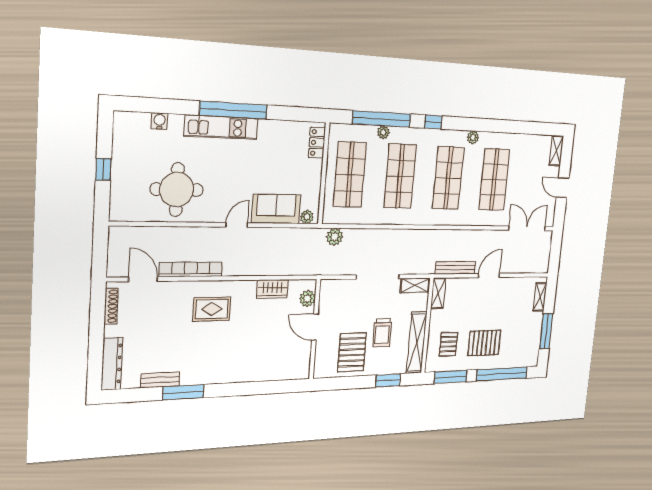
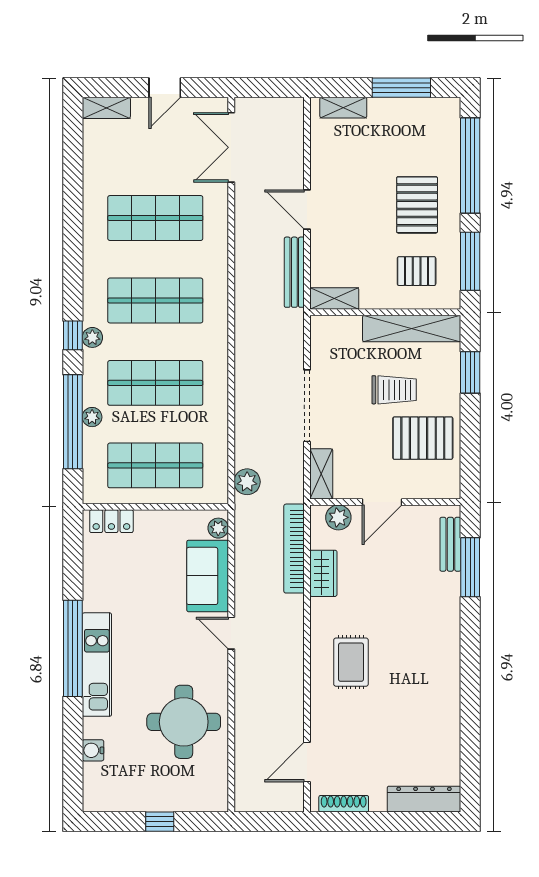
plant: (473, 137) -> (92, 337), moved
bookcase: (191, 269) -> (294, 549), moved
shelving: (415, 285) -> (321, 474), moved
bench: (160, 380) -> (450, 544), moved
window: (183, 392) -> (470, 567), moved

